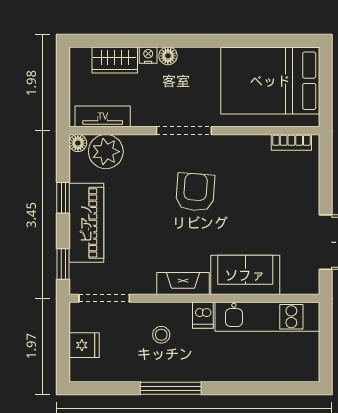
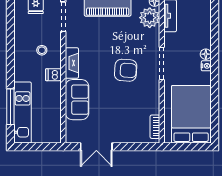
nightstand: (148, 55) -> (206, 66), moved
wardrobe: (115, 60) -> (203, 23), removed
kitchen unit: (267, 317) -> (23, 113), moved, turned 180
window: (171, 388) -> (10, 107), moved

